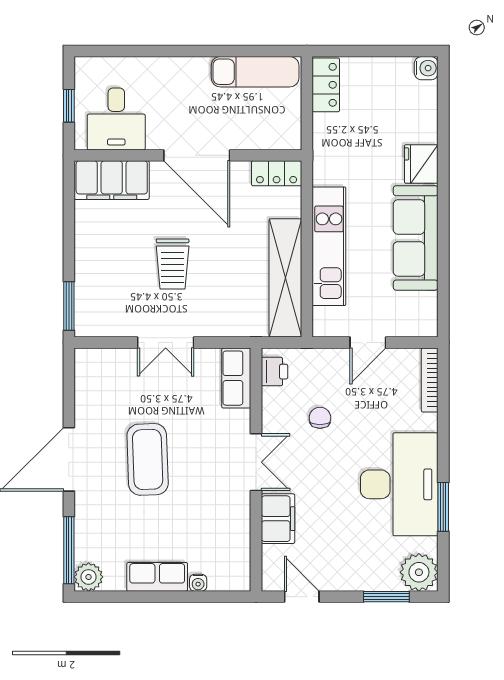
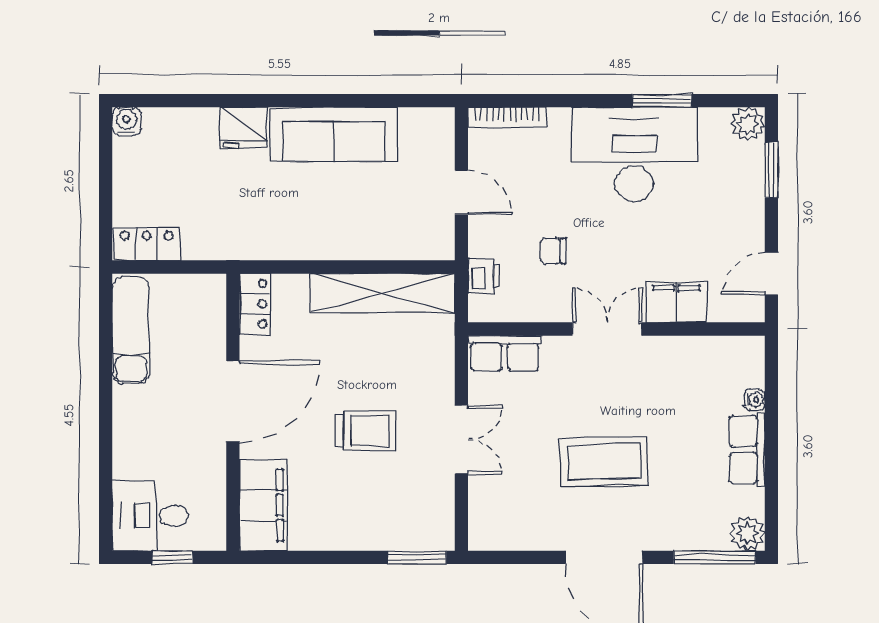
desk: (116, 119) -> (150, 516), moved, turned 180
kitchen unit: (329, 246) -> (344, 240), removed
printer: (274, 372) -> (484, 276), moved, turned 90
plant: (419, 572) -> (748, 124), width x0.73, depth x0.73

